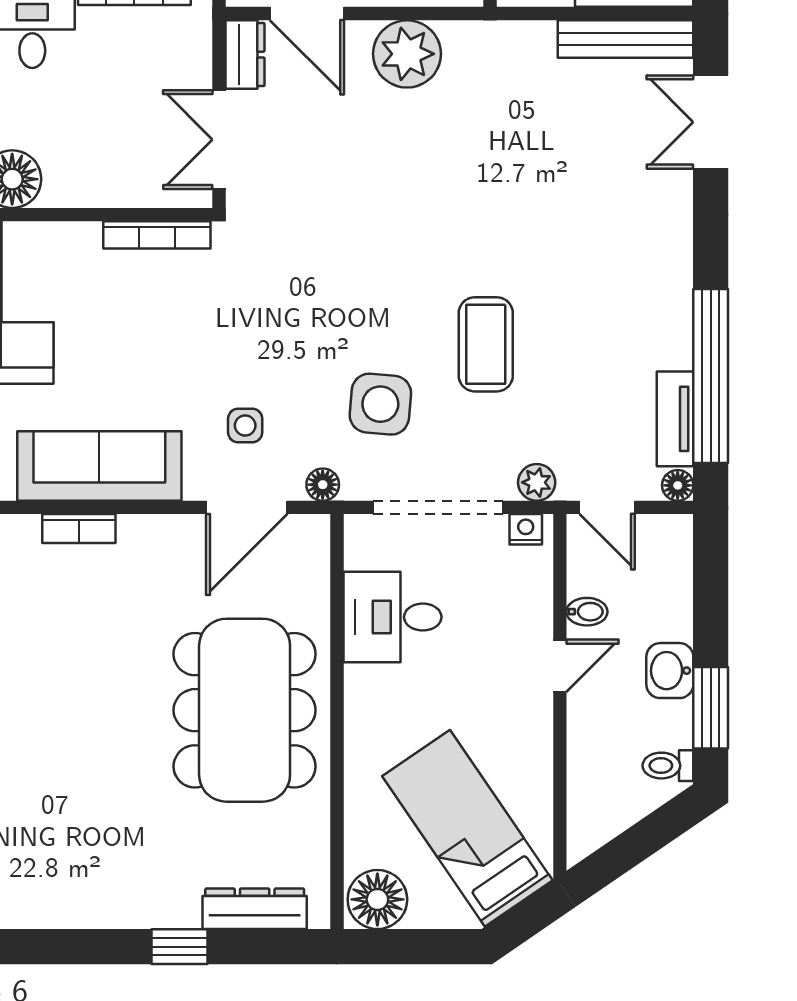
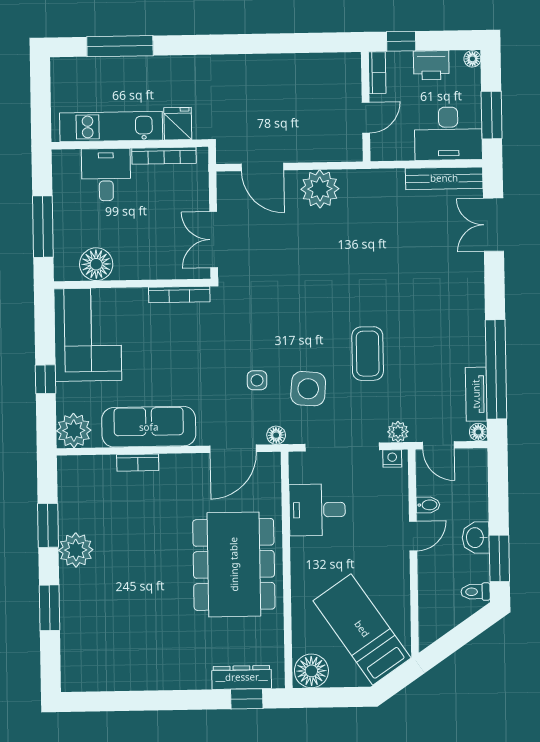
dresser: (245, 55) -> (228, 191), removed
side table: (245, 426) -> (257, 380), moved
window: (180, 947) -> (247, 699), moved

